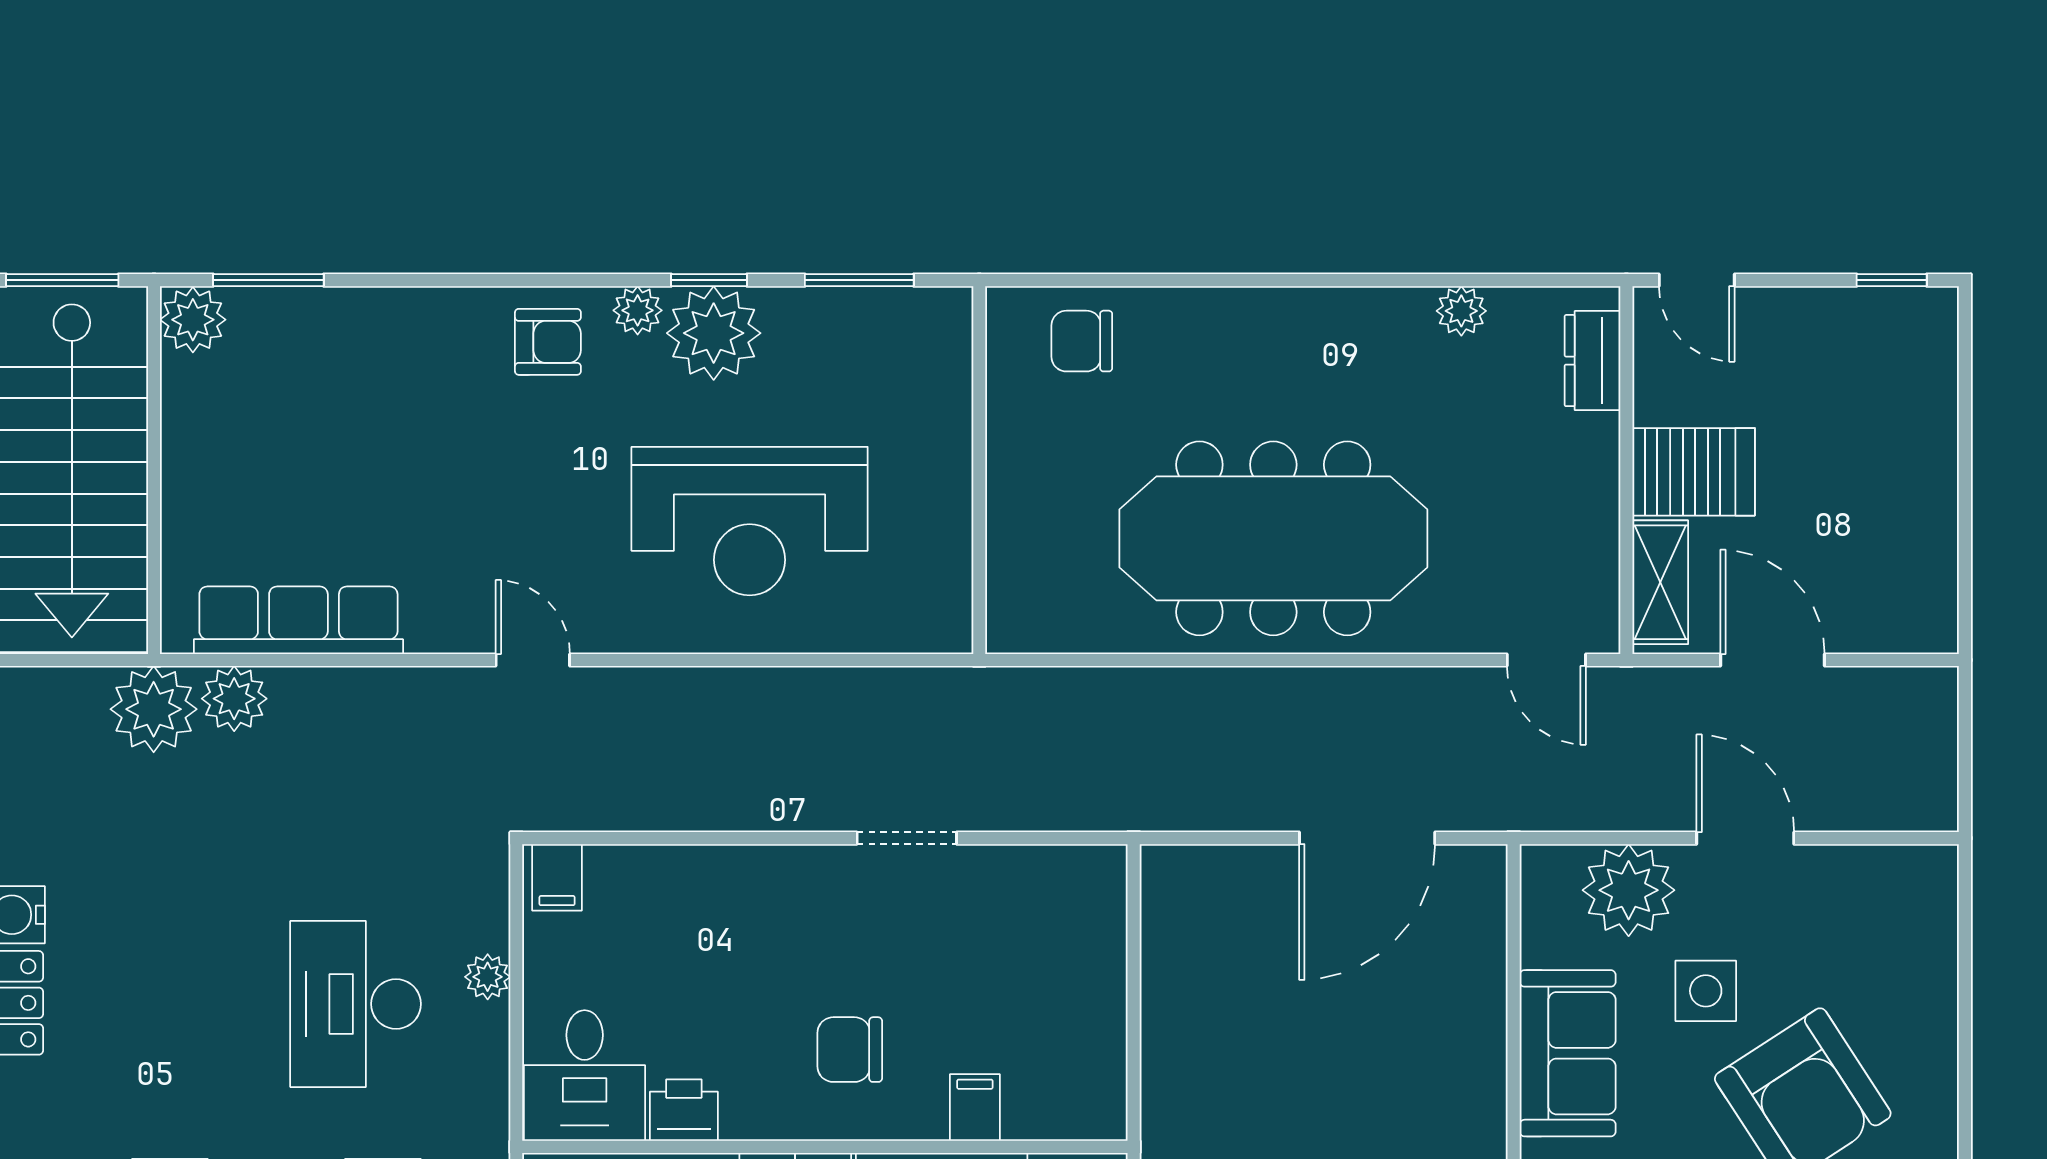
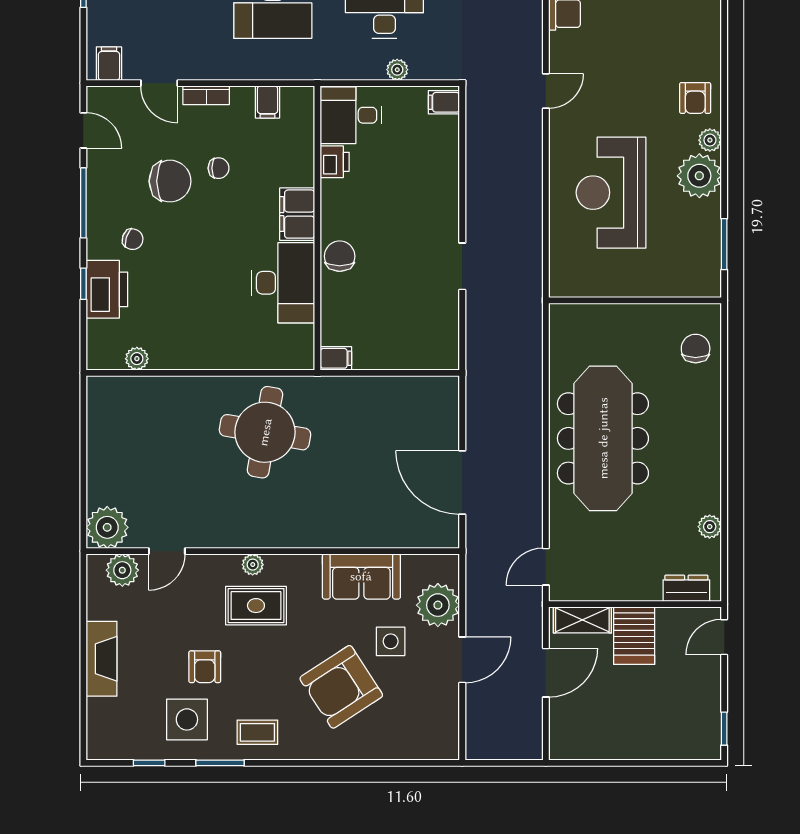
window: (709, 280) -> (724, 174), removed
chair: (850, 1050) -> (340, 256), moved
filing cabinet: (975, 1108) -> (336, 358), moved

